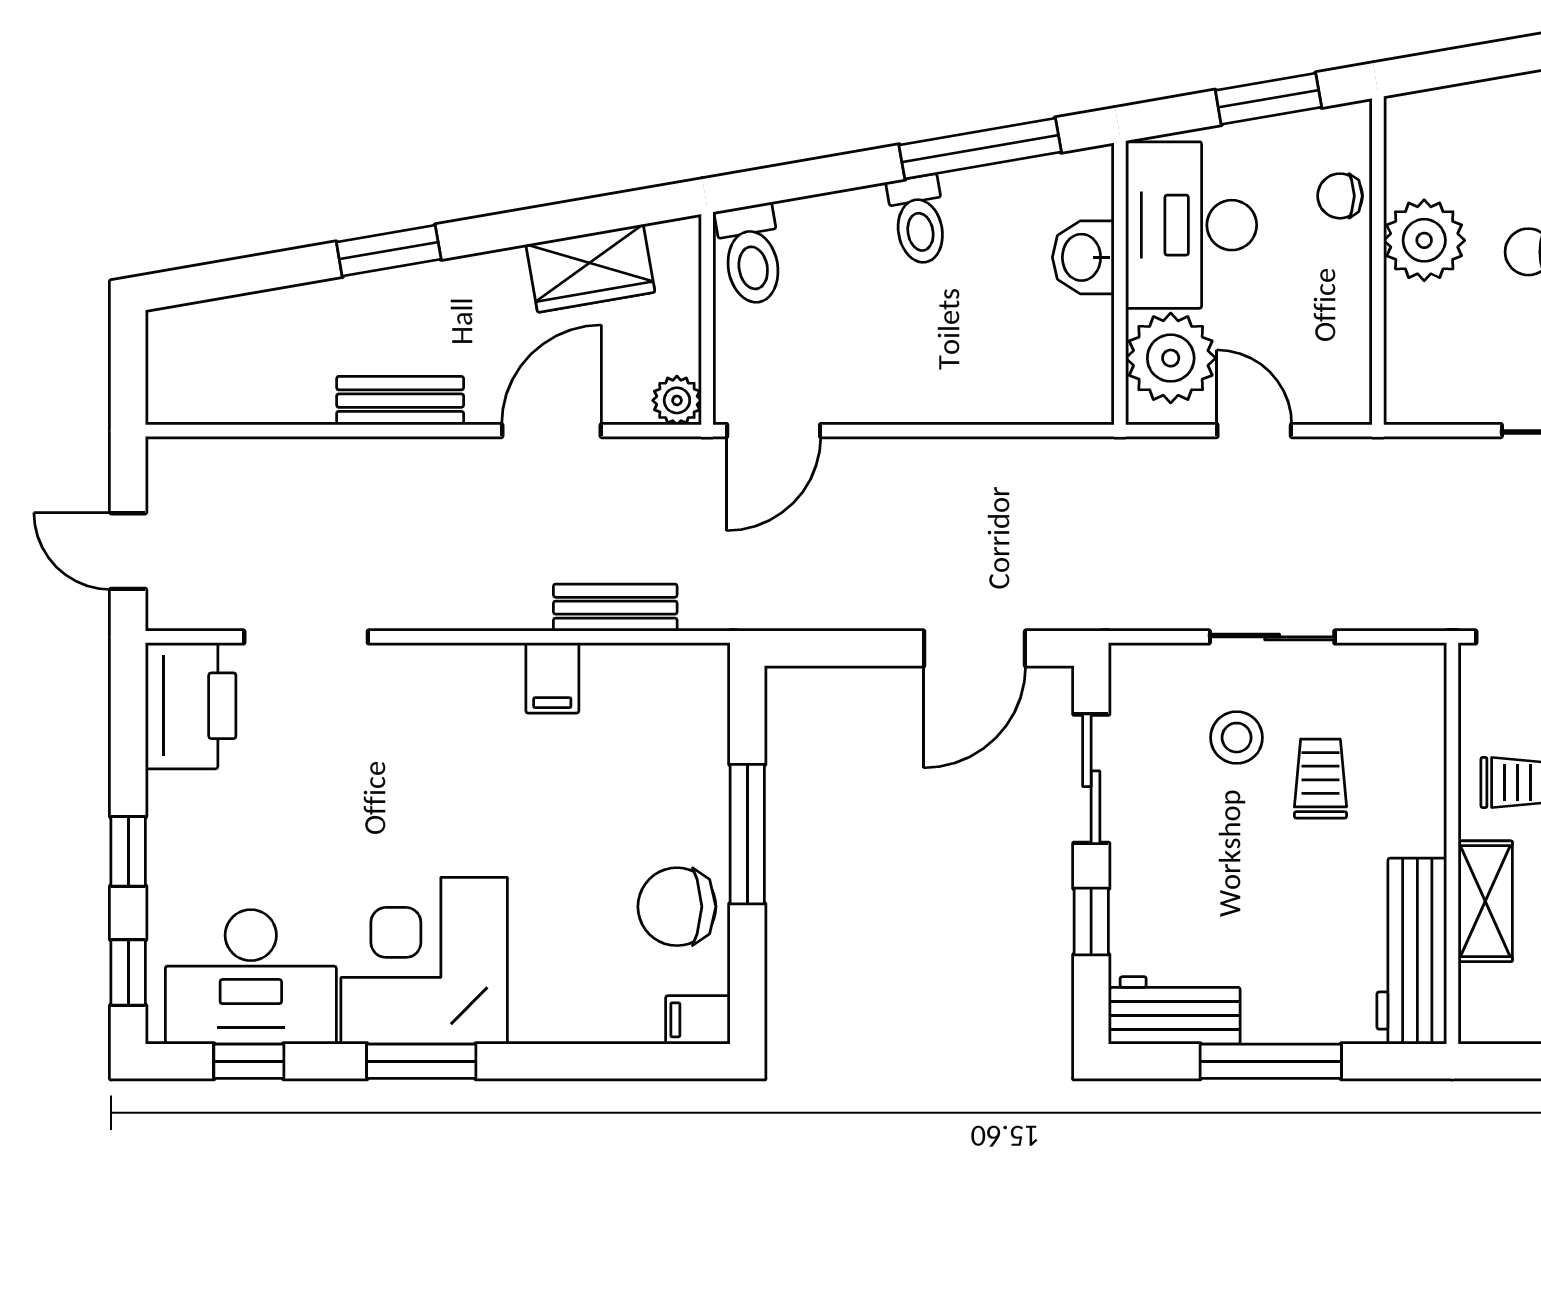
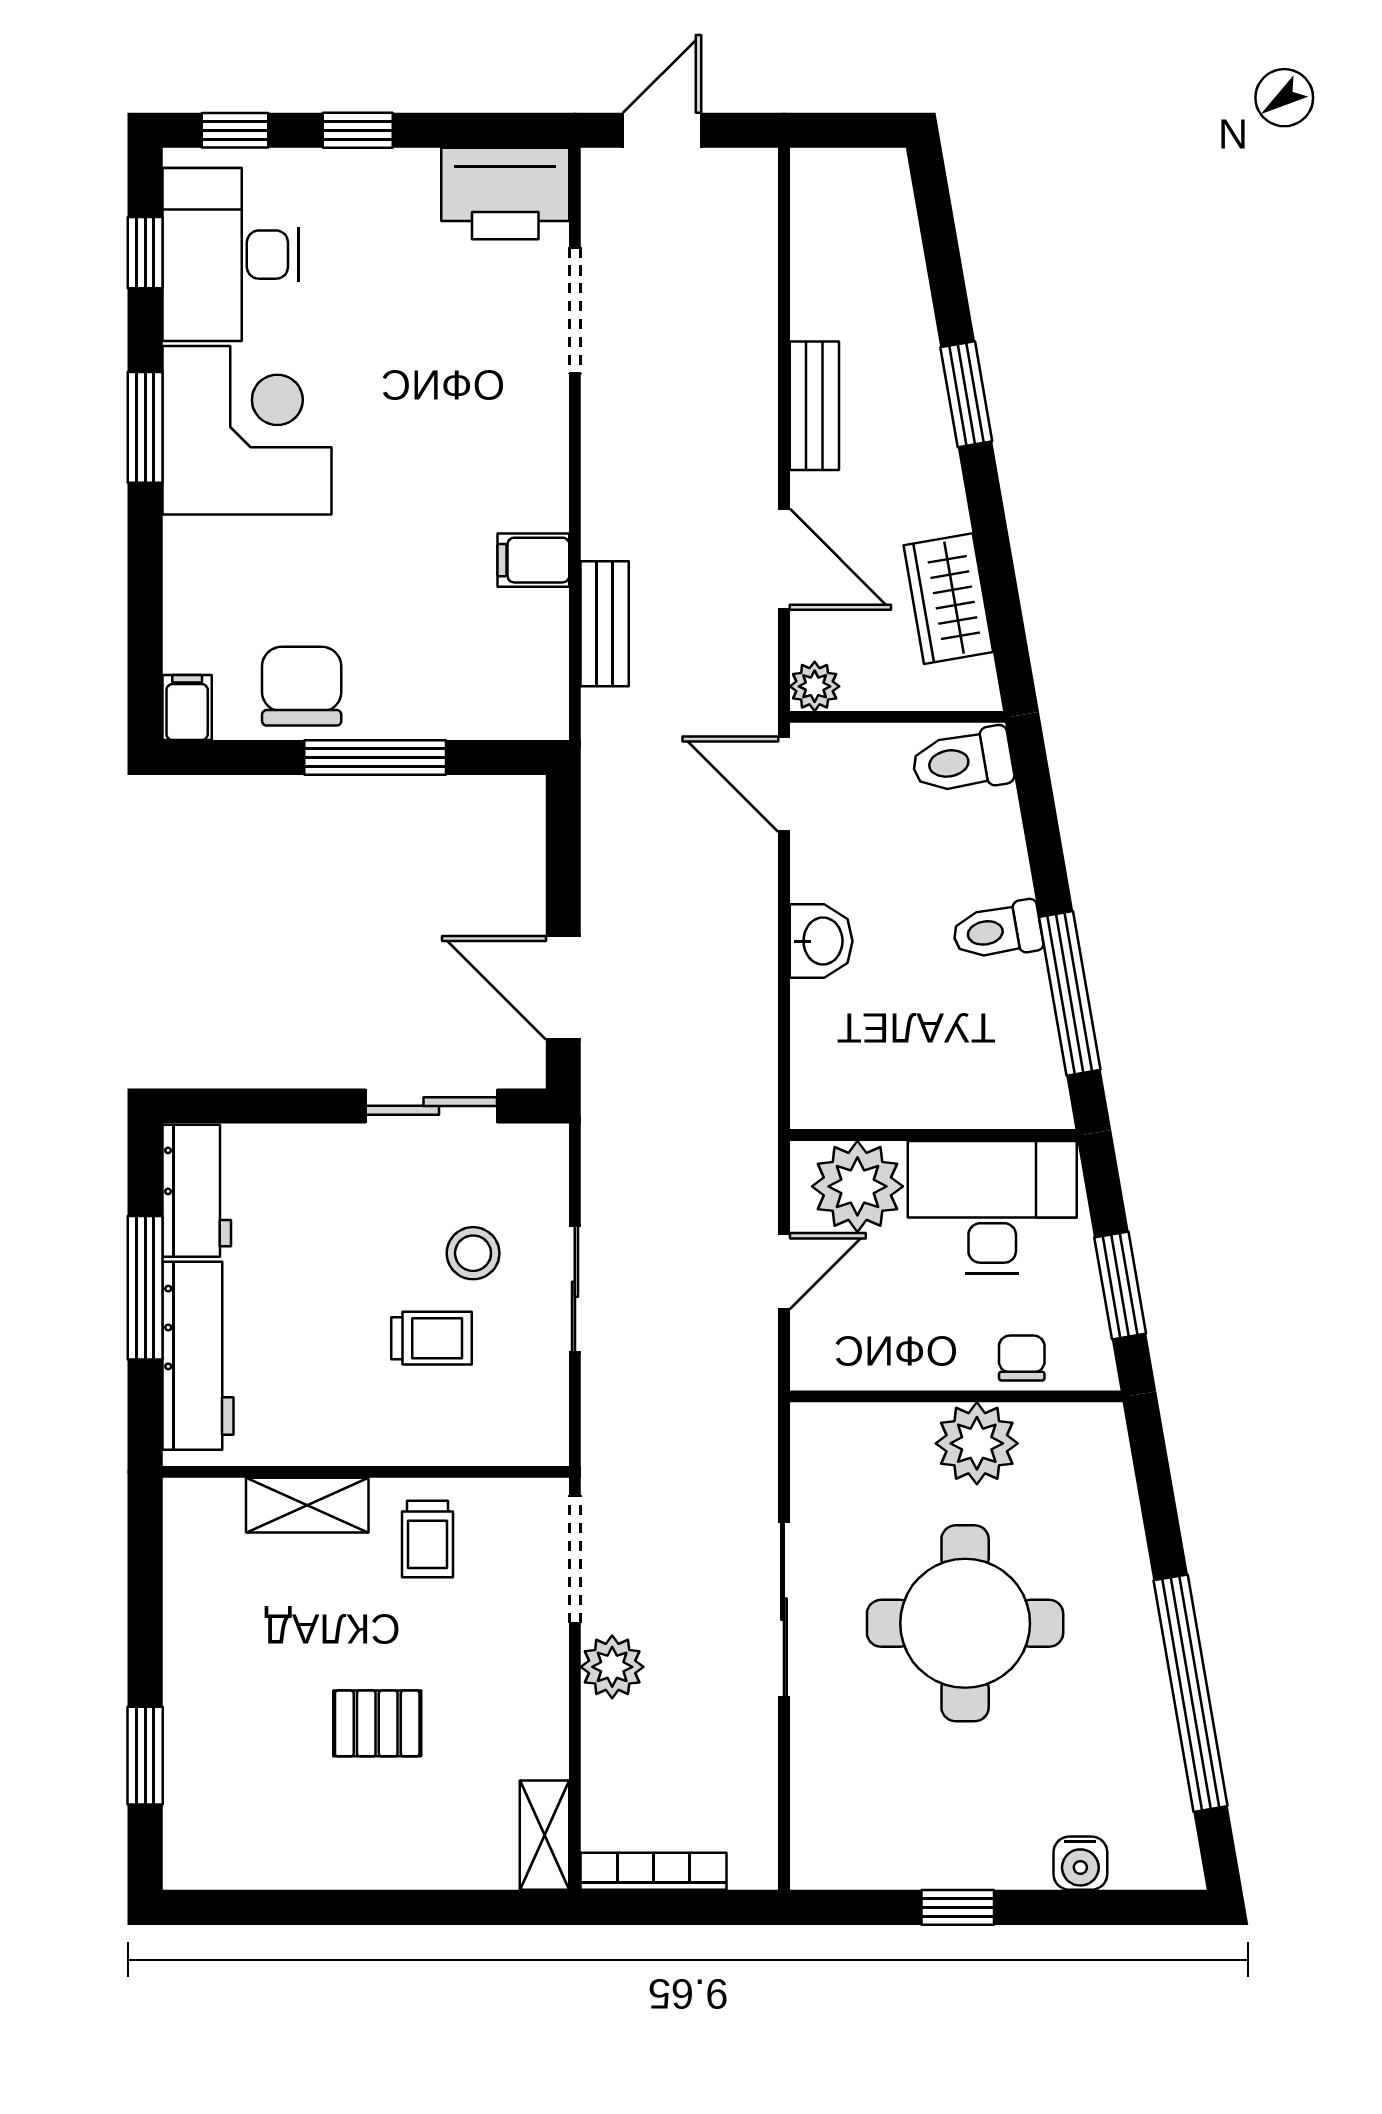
washbasin: (1083, 257) -> (821, 941), moved, turned 90
window: (1091, 922) -> (287, 1106), removed
workbench: (1412, 951) -> (198, 1356), moved, turned 90

